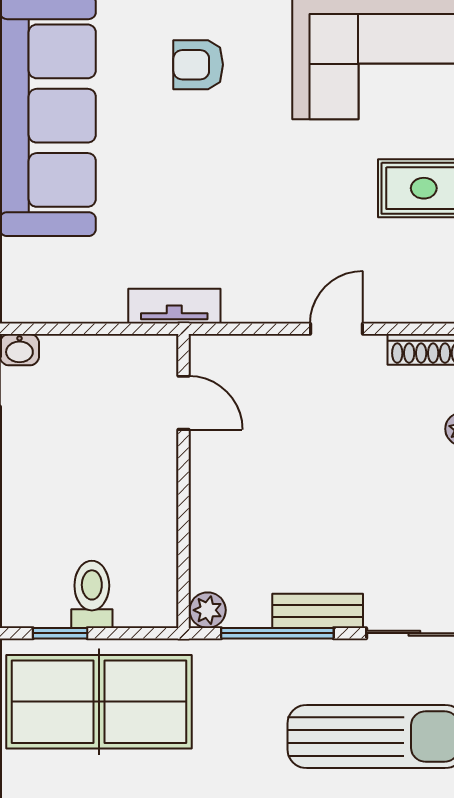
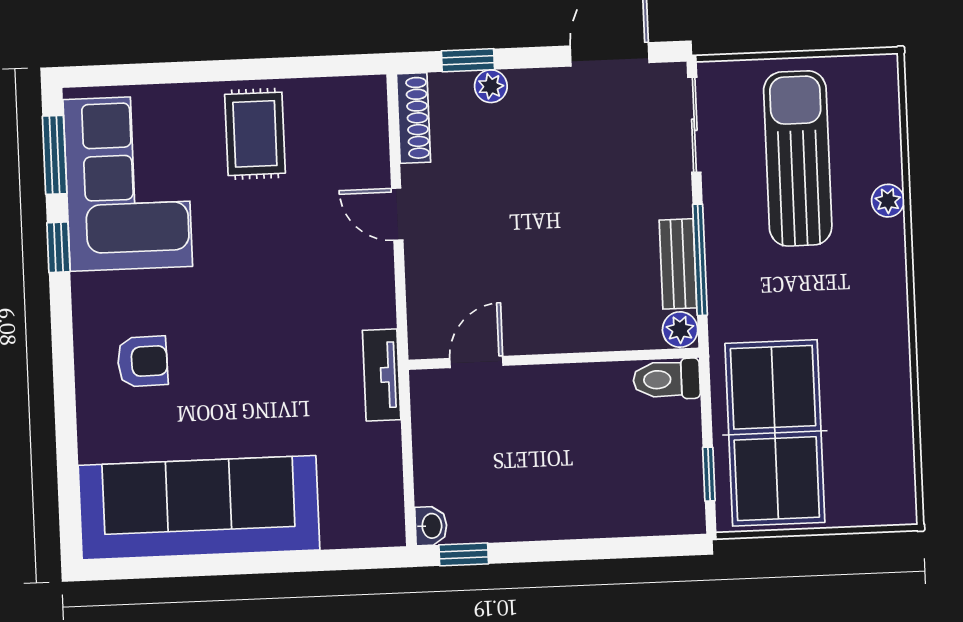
armchair: (198, 65) -> (143, 361), turned -91
toilet: (92, 594) -> (667, 379), moved
bench: (318, 611) -> (678, 264), moved

